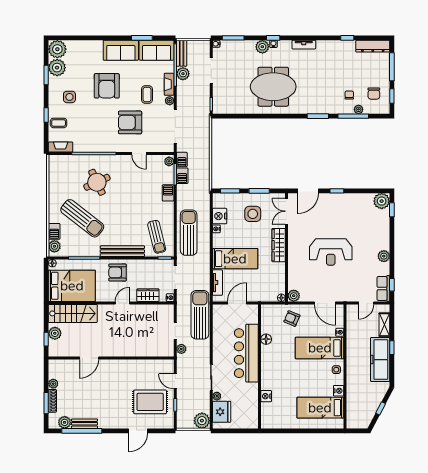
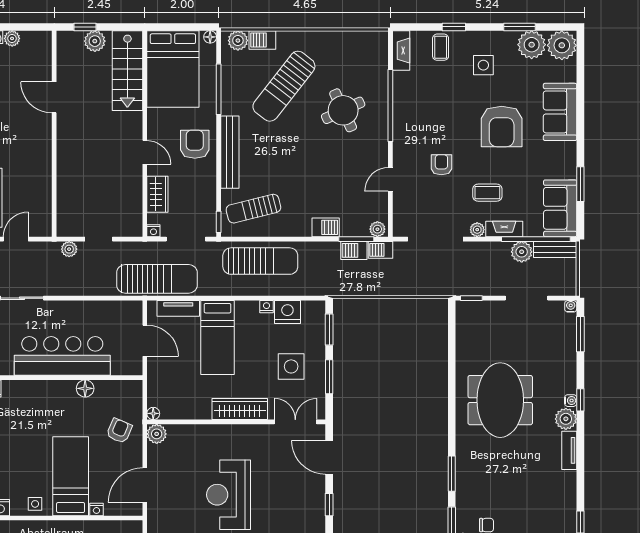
plant: (262, 47) -> (566, 419), moved
sofa: (121, 50) -> (560, 112), moved
armchair: (107, 86) -> (502, 126), turned -90
armchair: (130, 122) -> (441, 165), width x0.53, depth x0.53
sun lounger: (200, 315) -> (157, 279), moved

